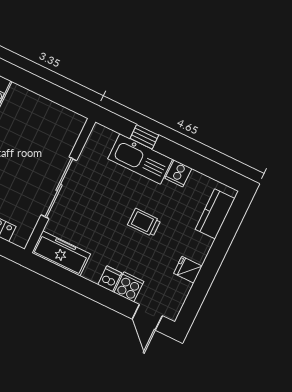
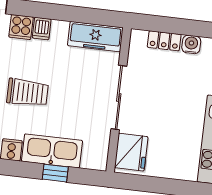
fridge: (65, 132) -> (131, 152), added
trolley: (144, 223) -> (28, 93), width x1.36, depth x1.39

